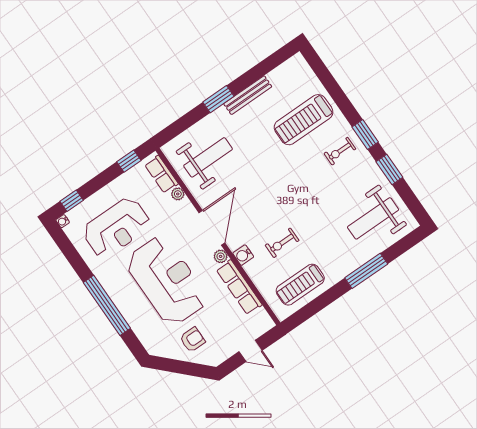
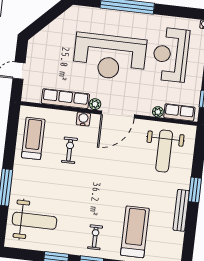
weight bench: (373, 218) -> (34, 221), turned 90
door: (212, 228) -> (118, 114), hinge flipped
armchair: (192, 340) -> (58, 40), removed

